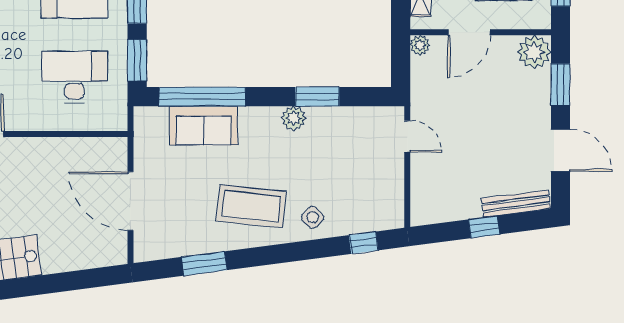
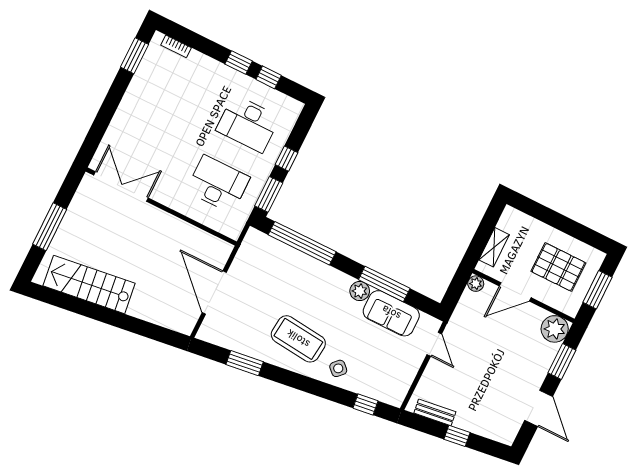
window: (317, 97) -> (384, 284), width x1.44
sofa: (203, 126) -> (391, 313), moved
bench: (516, 204) -> (435, 412), moved, width x0.73

